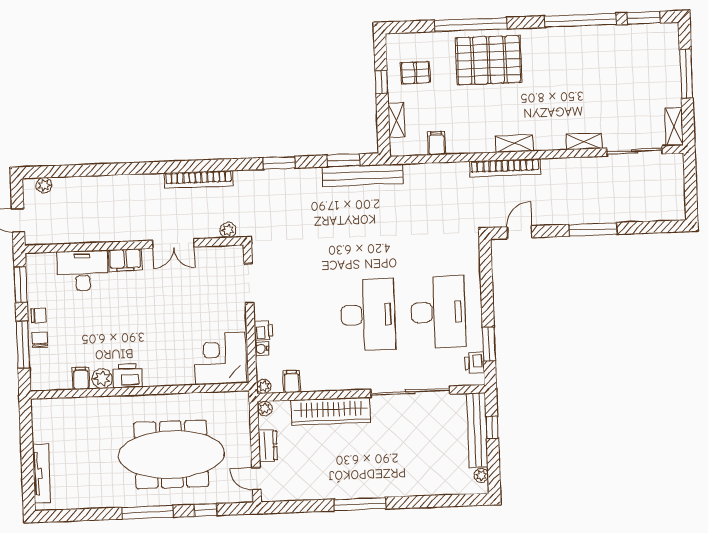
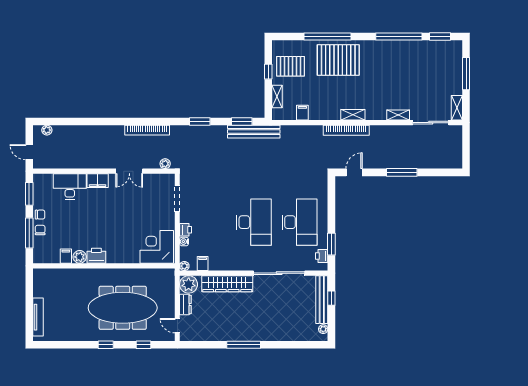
pallet: (415, 73) -> (291, 66), width x1.50, depth x1.42
plant: (265, 408) -> (189, 284), width x1.88, depth x1.88
window: (147, 512) -> (106, 345), width x0.46

